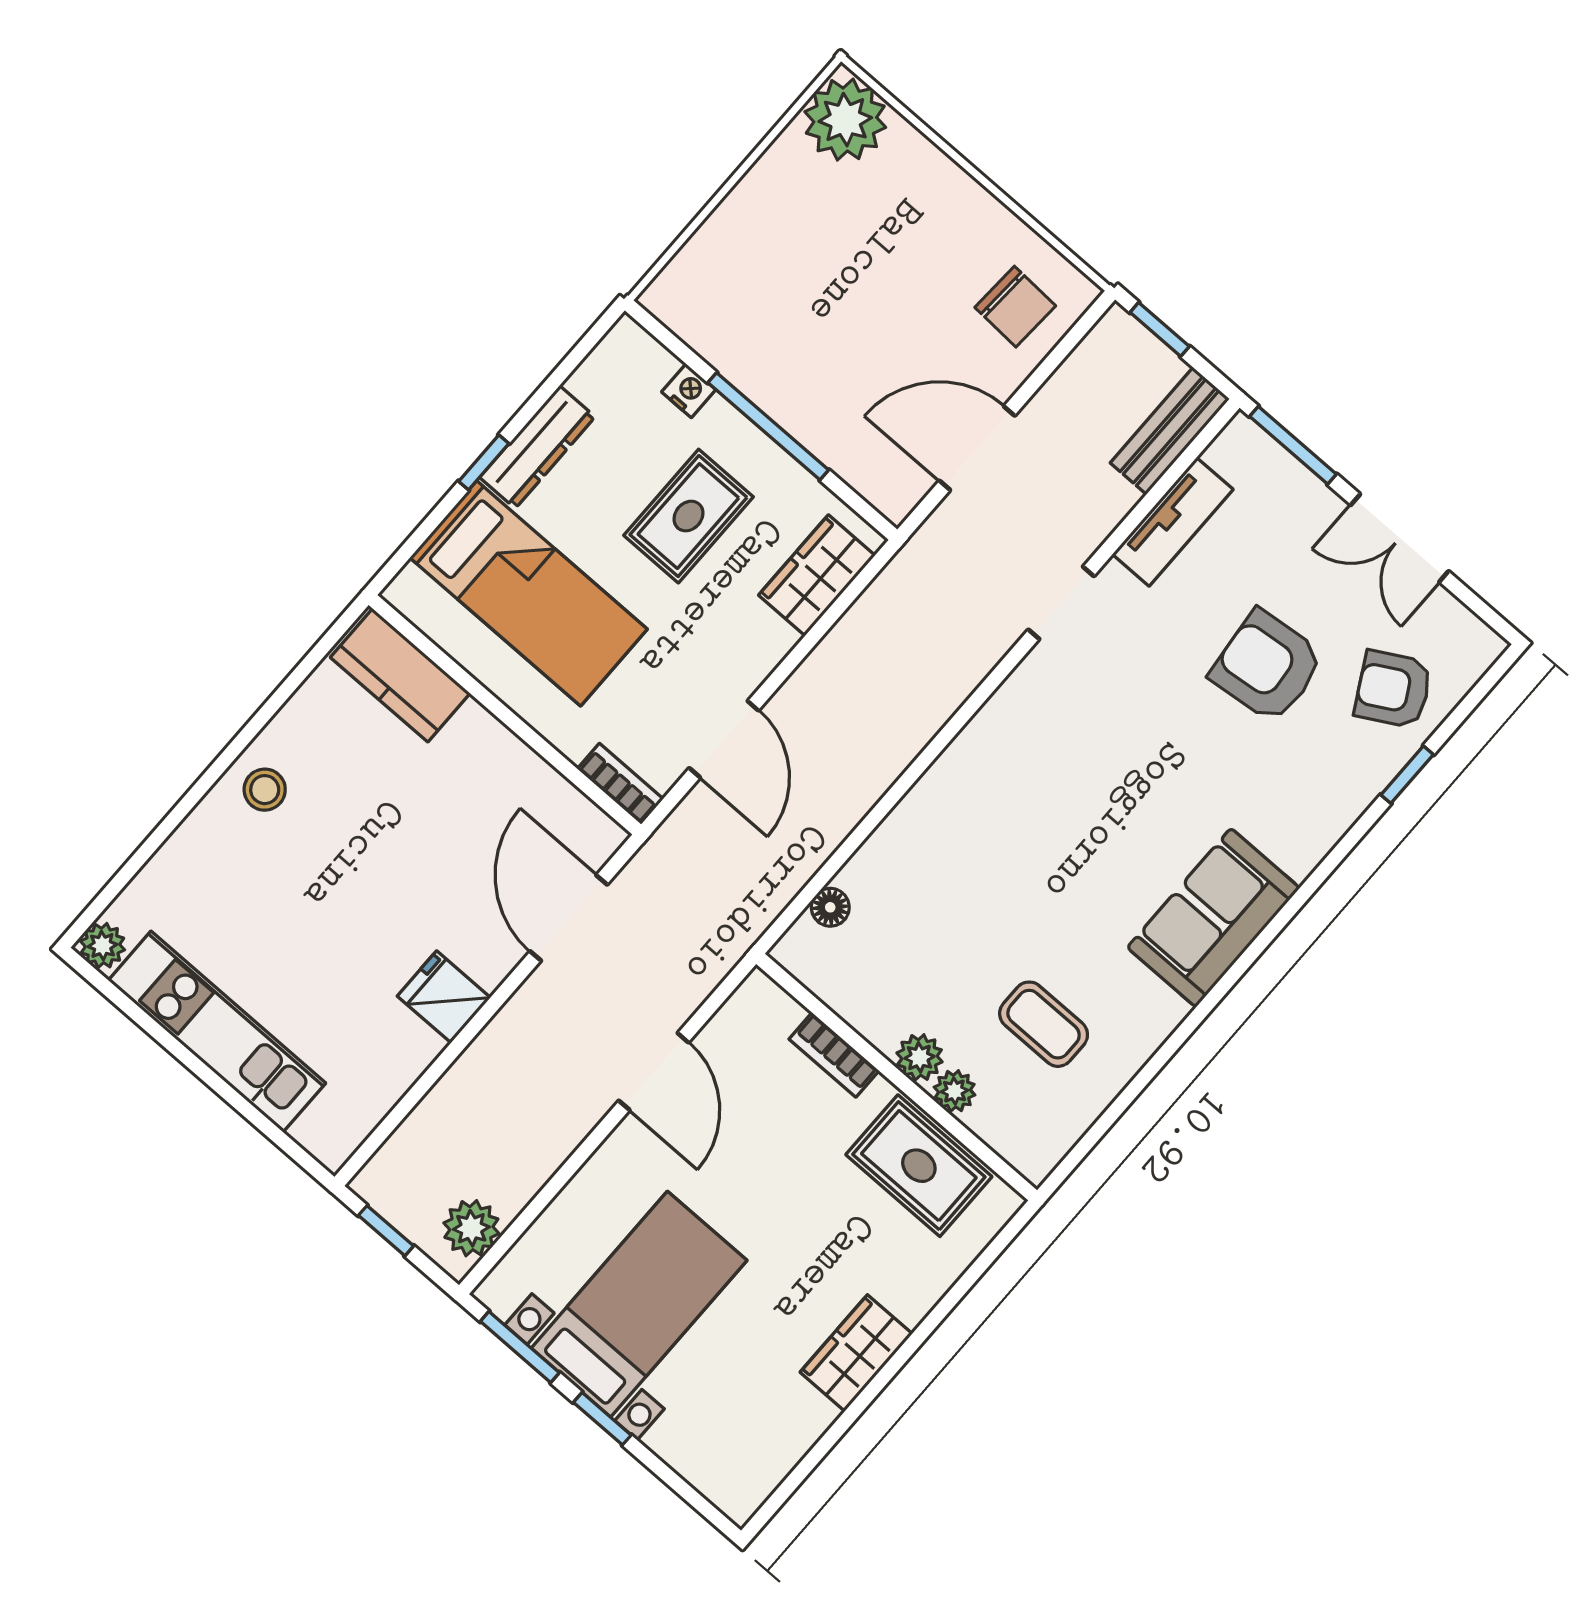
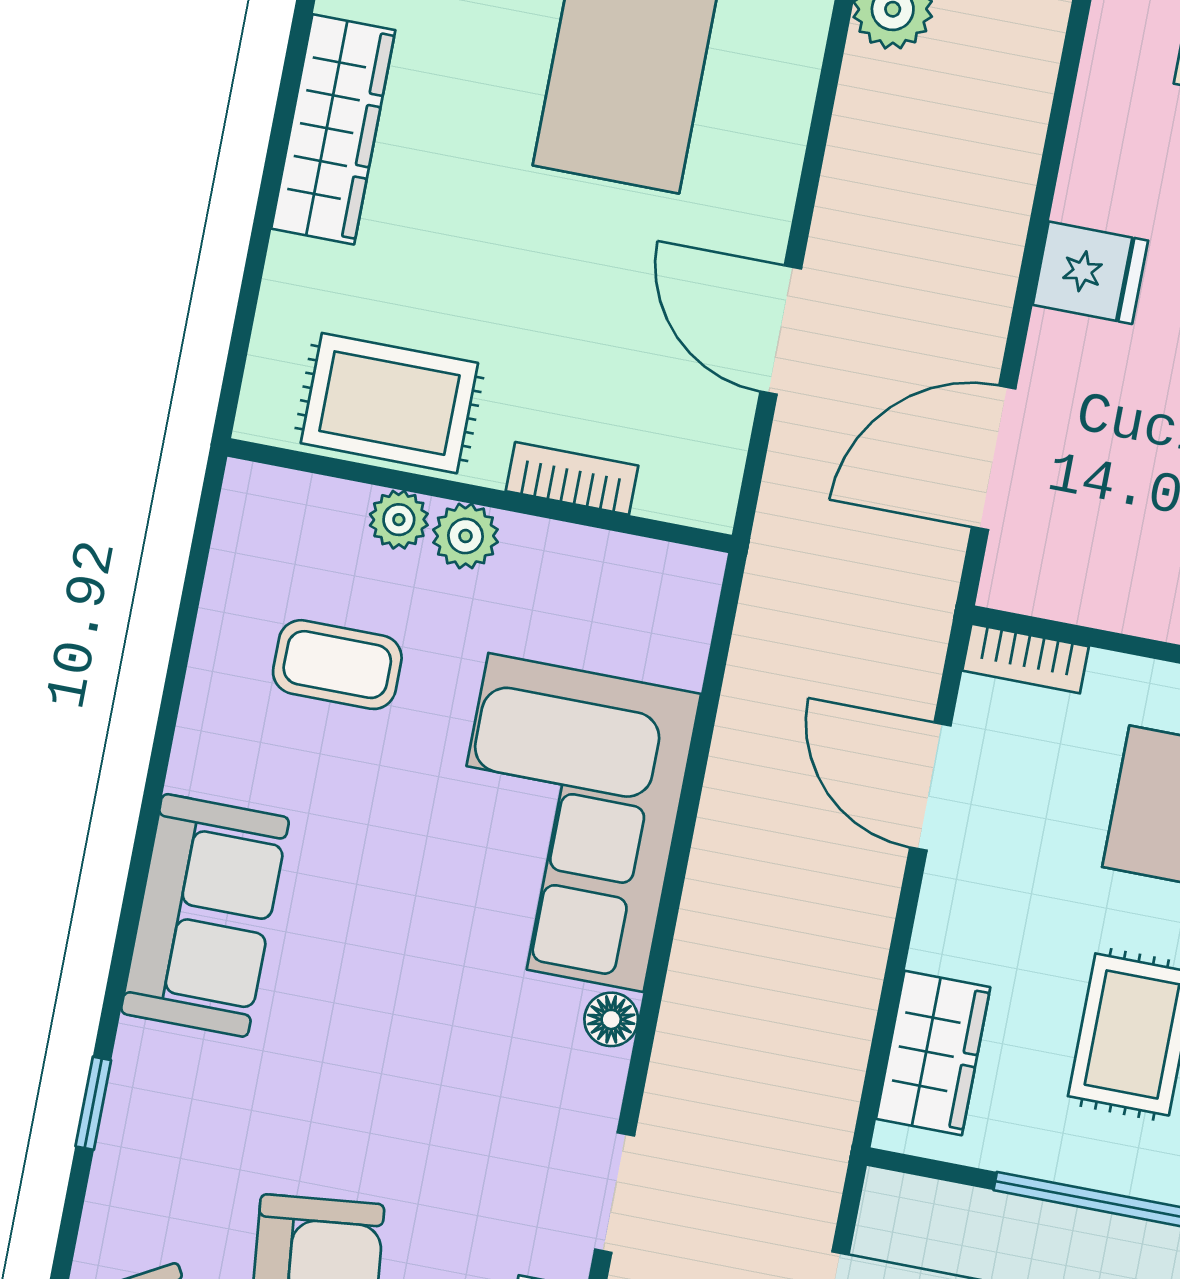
window: (1407, 775) -> (93, 1103), moved
corner sofa: (960, 846) -> (566, 822), added
floor lamp: (830, 907) -> (611, 1019), moved
door: (569, 918) -> (994, 458), swing flipped
wardrobe: (856, 1353) -> (333, 129), width x1.50

